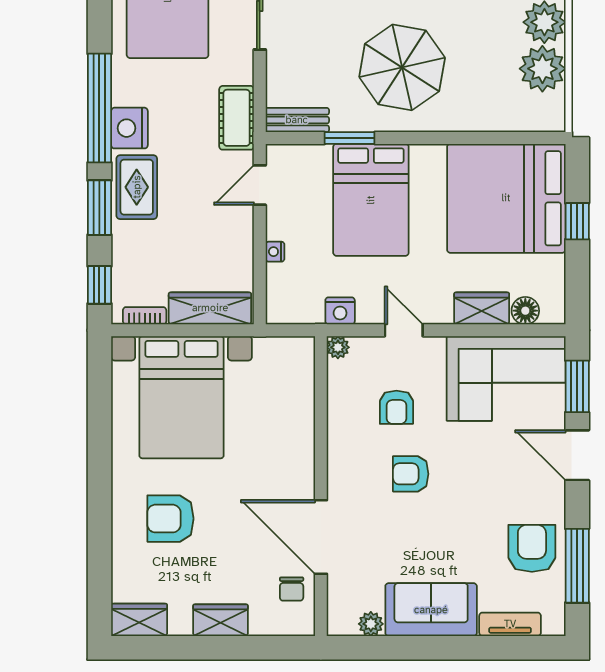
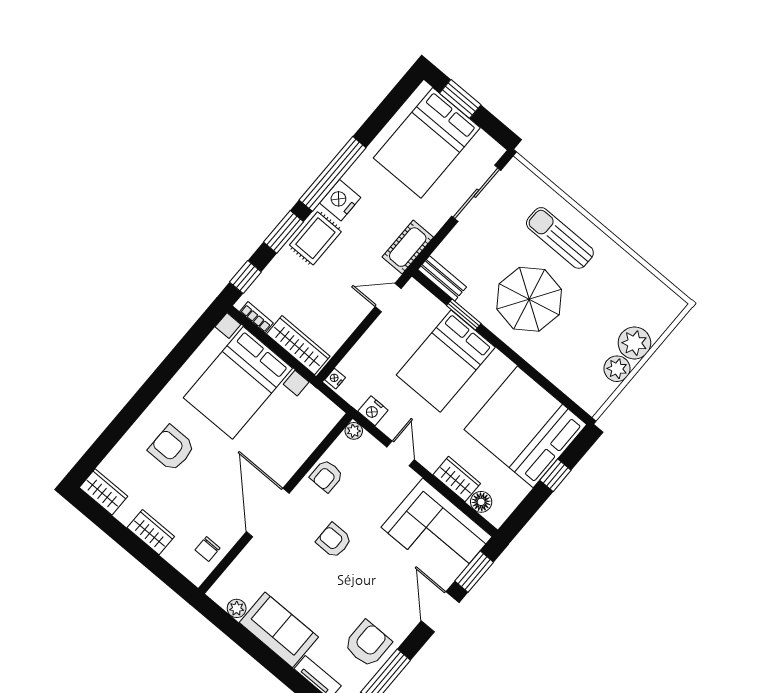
plant: (542, 69) -> (617, 369), width x0.73, depth x0.73
nightstand: (275, 252) -> (335, 379), moved
armchair: (396, 407) -> (326, 476), moved
door: (321, 537) -> (268, 512), moved

